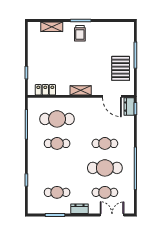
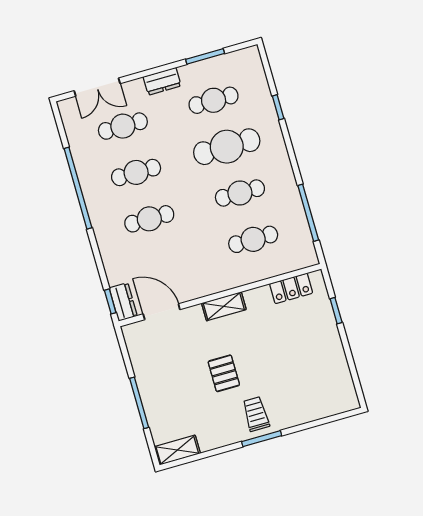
shelving: (52, 27) -> (177, 450), moved
pallet: (121, 68) -> (224, 373), moved, width x0.67, depth x0.71
cafe table: (57, 119) -> (253, 239), width x0.73, depth x0.74
cafe table: (57, 168) -> (227, 147), added
cafe table: (105, 168) -> (136, 172), width x0.73, depth x0.74

